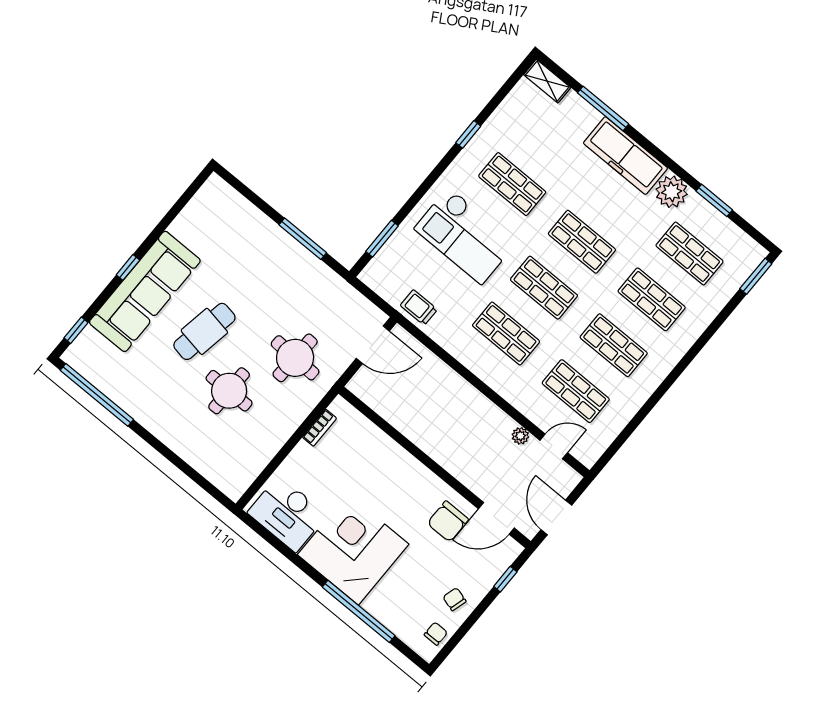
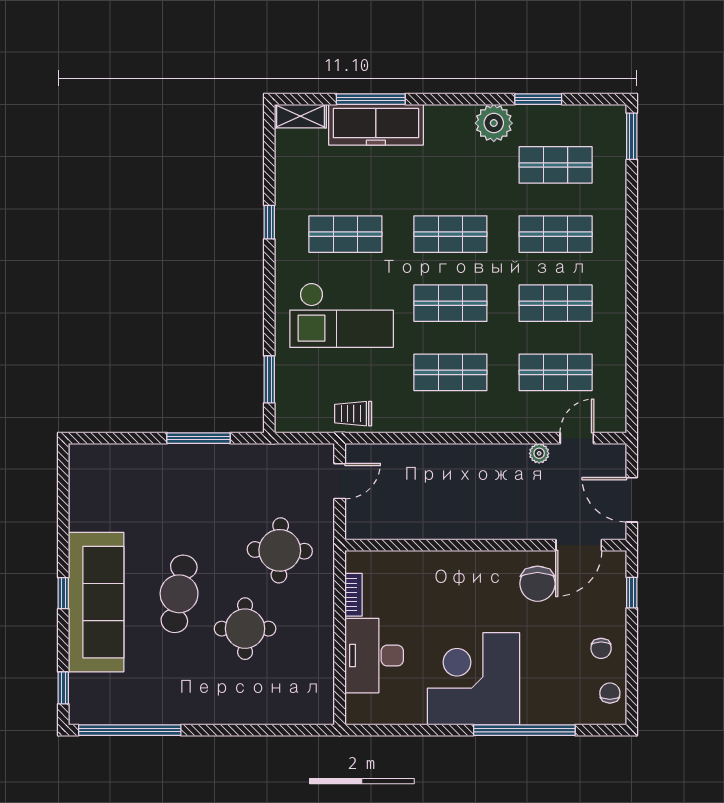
freezer: (625, 156) -> (376, 125), moved
door: (373, 345) -> (340, 481), width x0.73
desk: (287, 514) -> (374, 656), moved, turned 90
chair: (454, 599) -> (601, 648), turned -106

